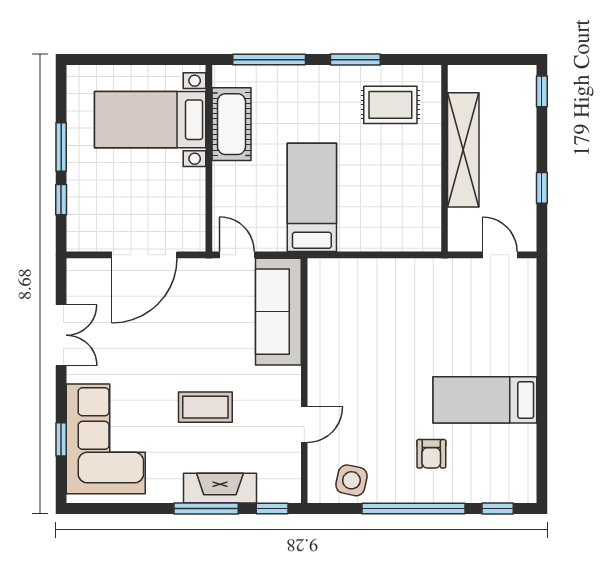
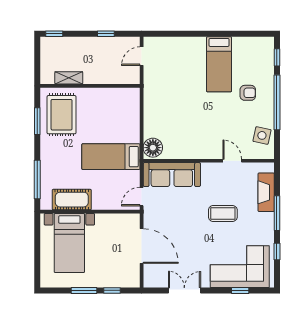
window: (355, 60) -> (37, 121), moved
rug: (390, 105) -> (62, 115), width x1.36, depth x1.43
shelving: (463, 150) -> (69, 78), width x0.45, depth x0.75
floor lamp: (329, 276) -> (153, 148), added
coffee table: (205, 407) -> (223, 213), turned 90
fireplace: (220, 488) -> (266, 192), moved
window: (272, 508) -> (277, 252), moved

